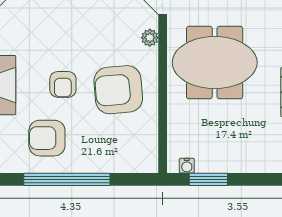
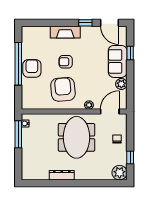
armchair: (47, 138) -> (32, 68), moved
window: (208, 179) -> (18, 134), width x1.44

